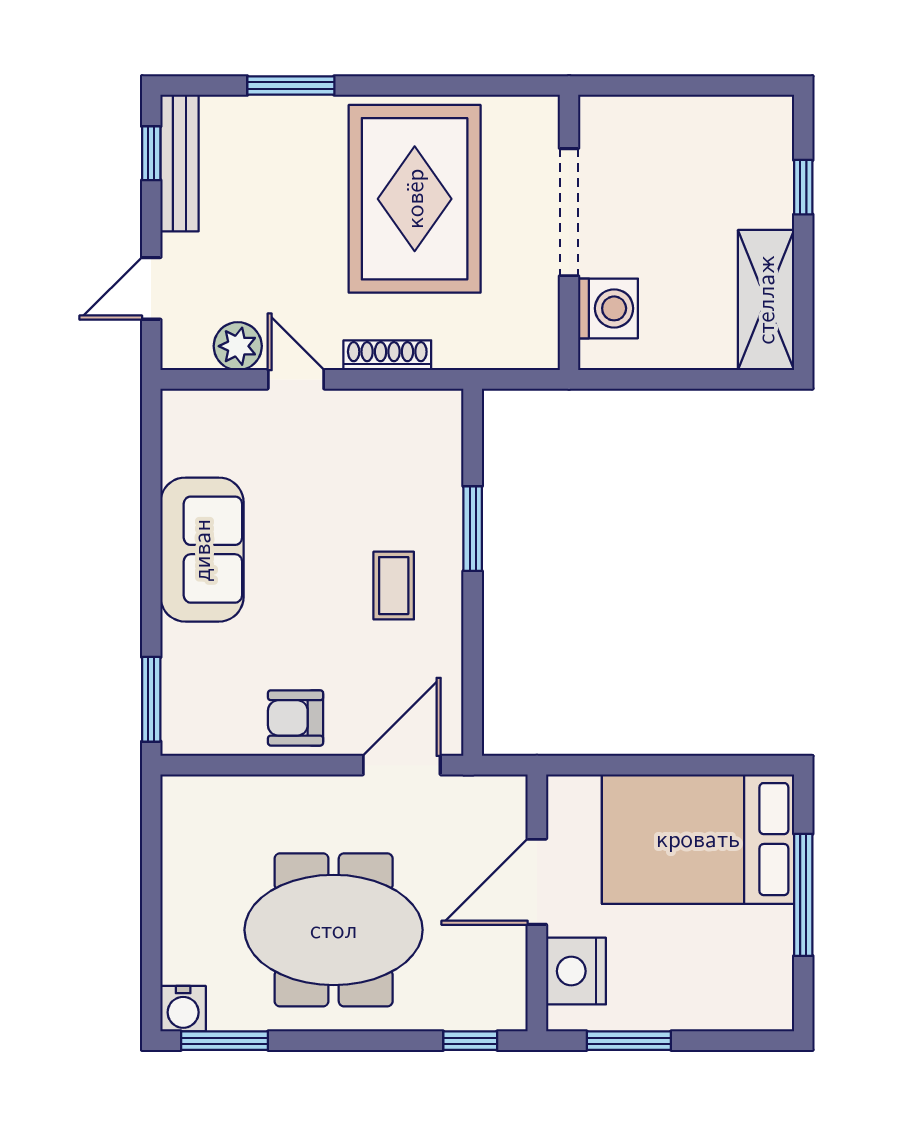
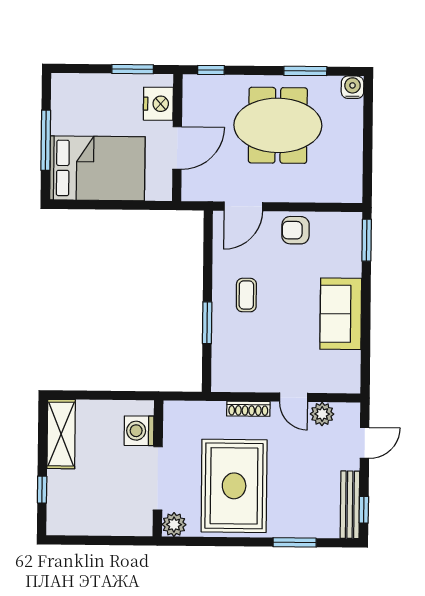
plant: (535, 119) -> (174, 525), added
armchair: (296, 718) -> (295, 230), turned 180
window: (225, 1041) -> (305, 71), moved

